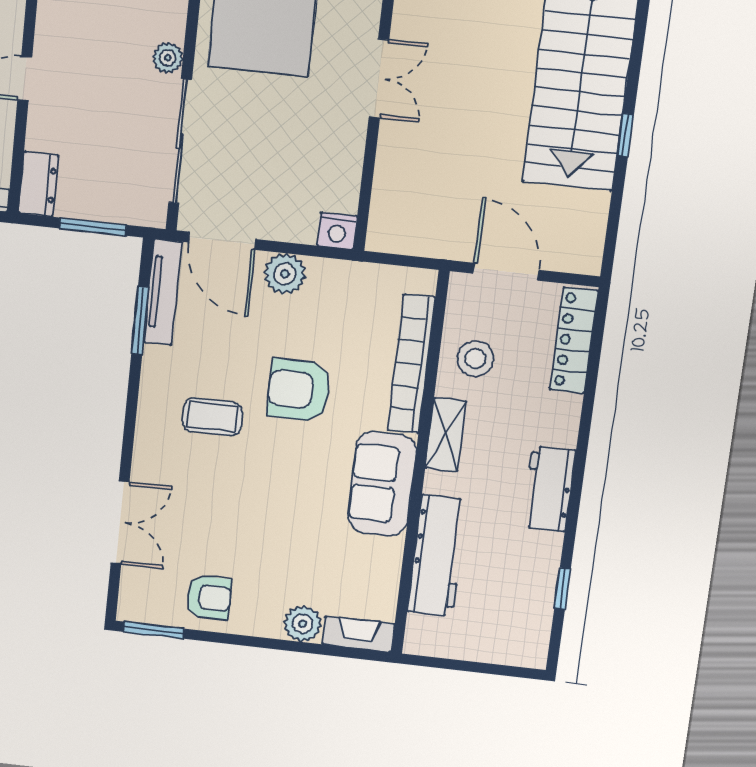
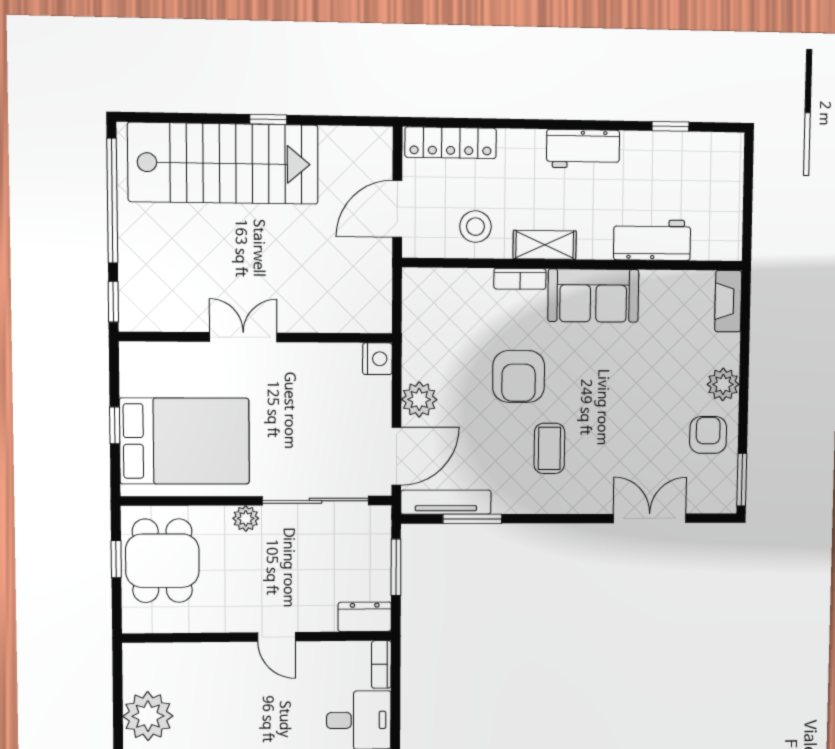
bookcase: (411, 364) -> (520, 279), width x0.43, depth x0.76
workbench: (437, 556) -> (652, 240), width x0.73
plant: (303, 624) -> (723, 384), moved

